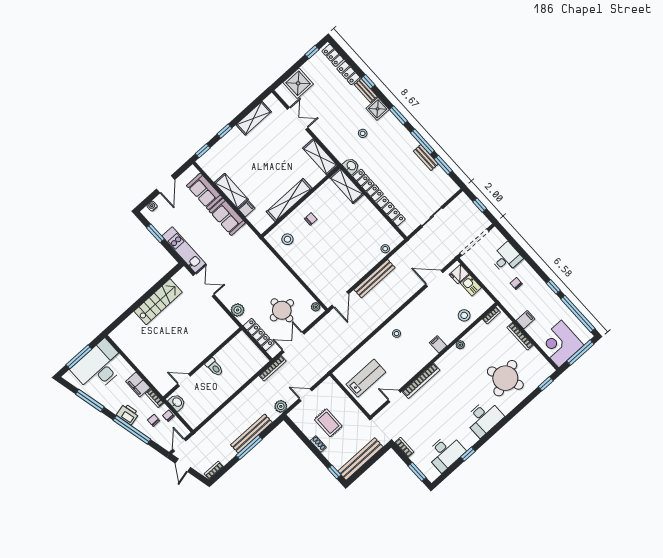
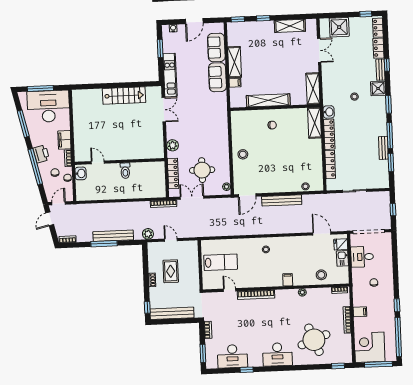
stool: (287, 239) -> (243, 154), moved
desk: (506, 258) -> (362, 257), moved, turned 180

